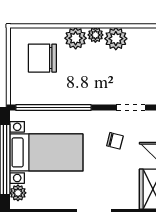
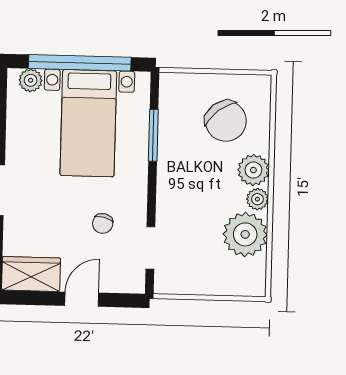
plant: (116, 39) -> (245, 234), width x1.36, depth x1.36
chair: (42, 58) -> (226, 121), turned 142
window: (53, 108) -> (153, 135), width x0.47

